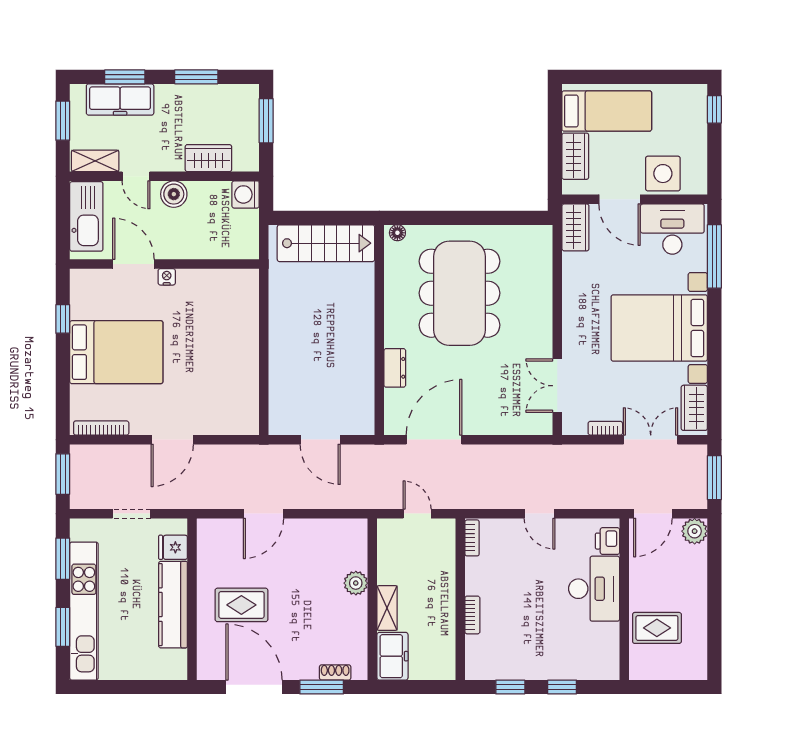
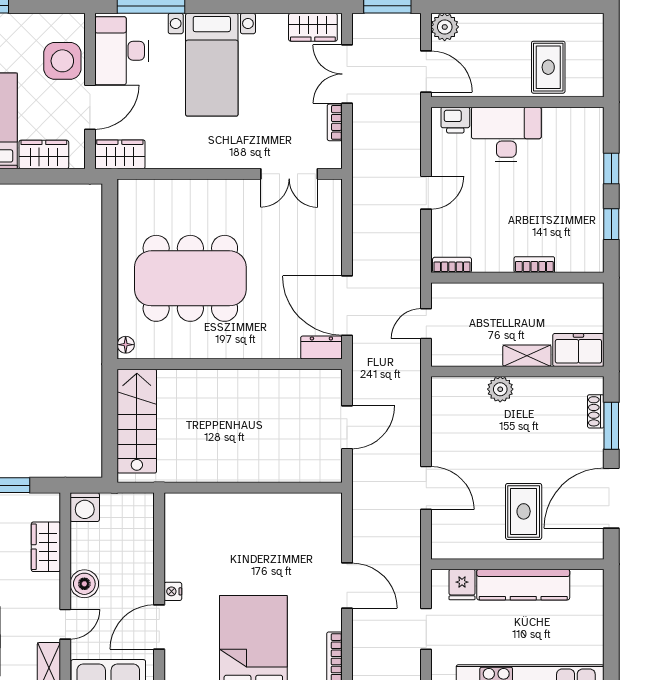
bed with nightstands: (659, 328) -> (212, 65), width x0.73
dresser: (395, 368) -> (321, 348), moved

